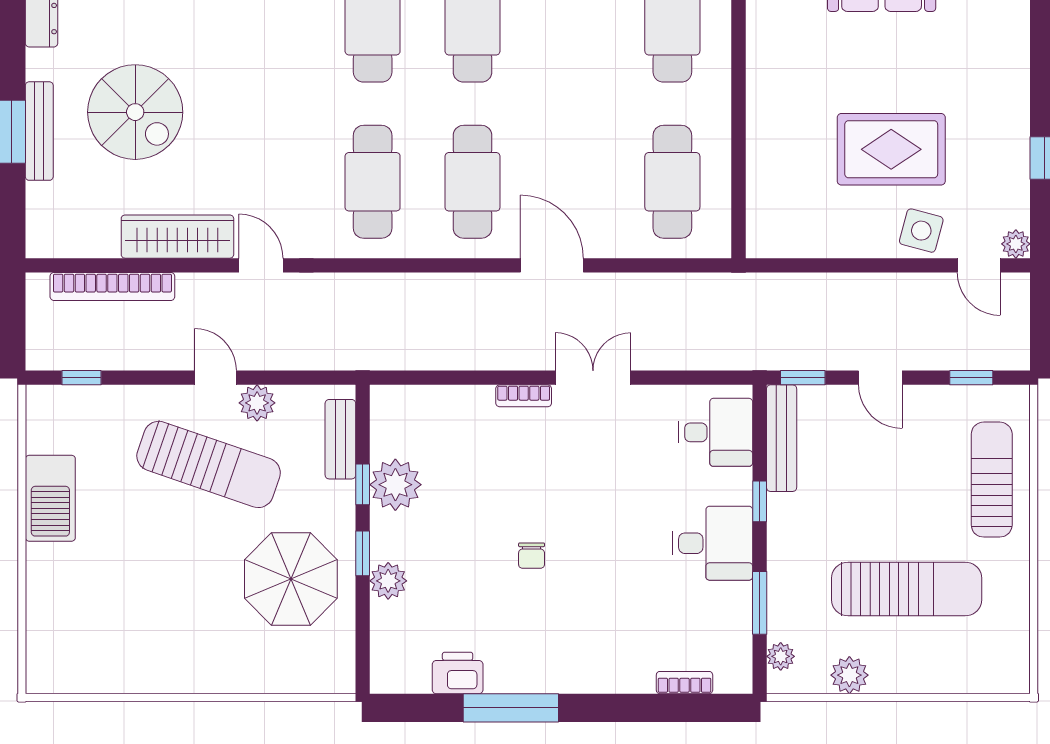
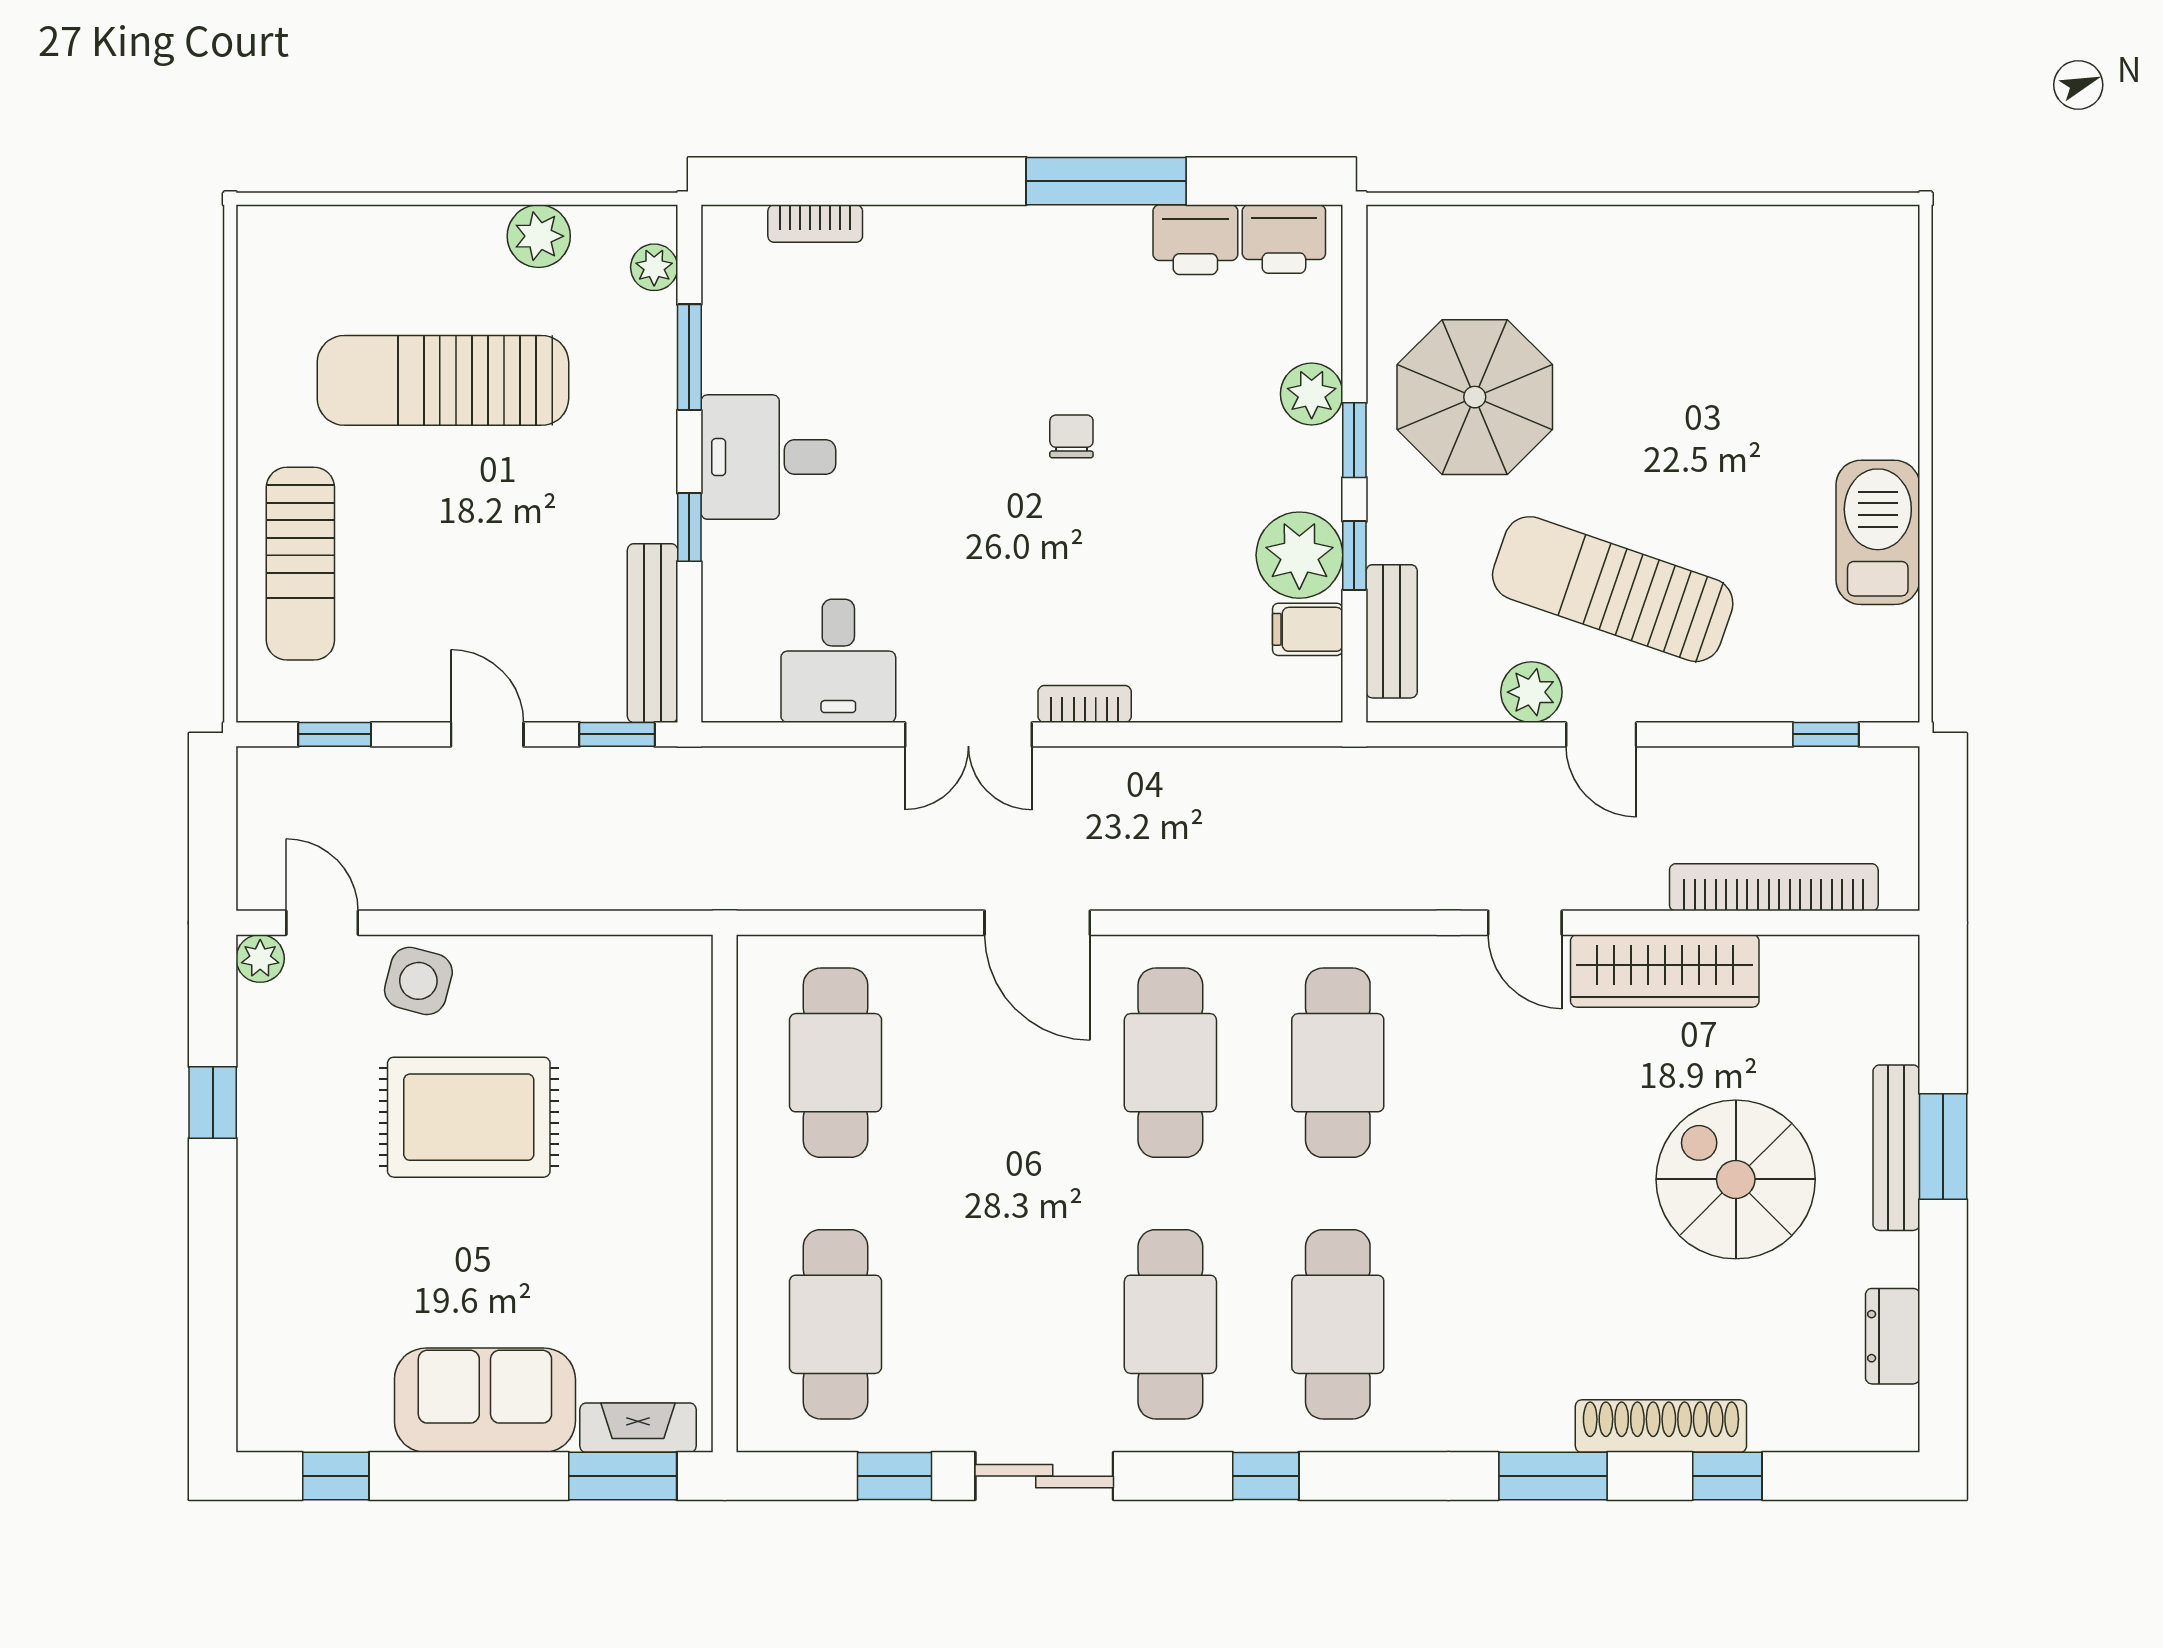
desk: (716, 432) -> (838, 661), moved, turned -90
filing cabinet: (391, 440) -> (1308, 629), added
printer: (405, 673) -> (1284, 239), added

